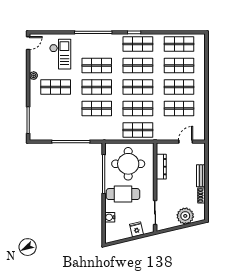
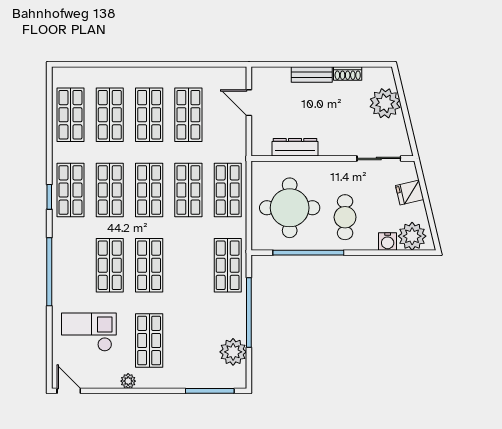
shop shelf: (97, 108) -> (228, 265), moved
plant: (49, 133) -> (233, 352), added
cafe table: (123, 194) -> (345, 217), width x0.73, depth x0.74
plant: (113, 231) -> (412, 236), added

